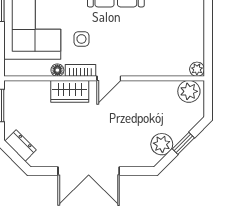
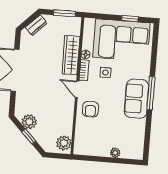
armchair: (136, 56) -> (90, 109), added
plant: (197, 69) -> (115, 153), moved
wardrobe: (70, 91) -> (71, 55), width x1.50

